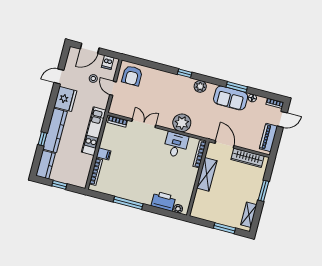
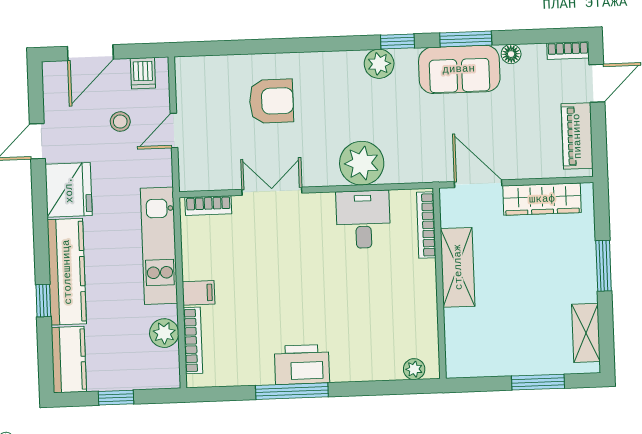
window: (185, 73) -> (398, 41), moved
armchair: (132, 76) -> (271, 101), moved, turned -90
door: (113, 88) -> (174, 131), hinge flipped
plant: (86, 166) -> (164, 333), added
printer: (163, 201) -> (302, 364), moved

